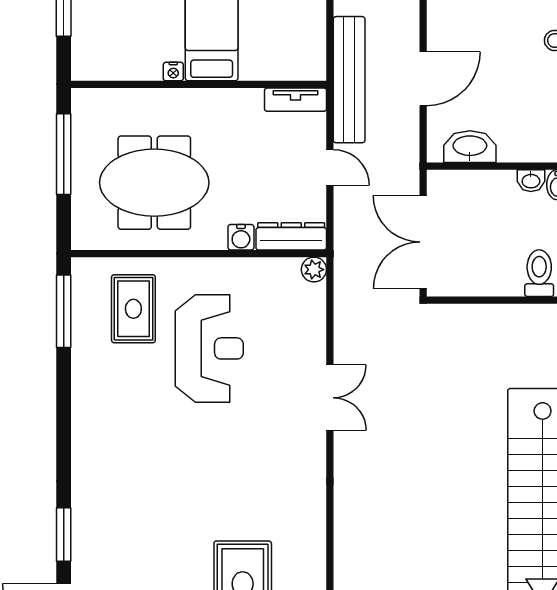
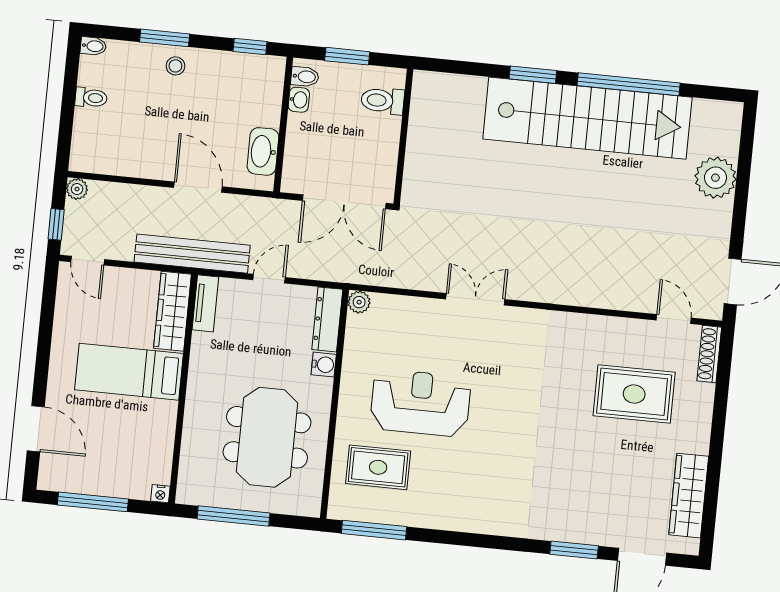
wardrobe: (283, 64) -> (172, 311), added
nightstand: (173, 72) -> (160, 494), moved, turned 90

